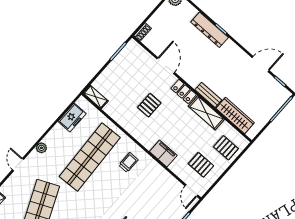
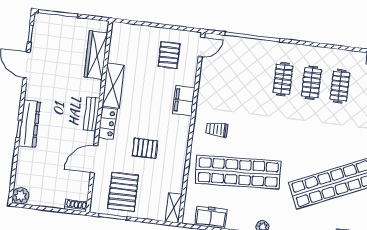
dresser: (210, 30) -> (29, 124), moved
bench: (208, 95) -> (92, 114), moved
pallet: (226, 148) -> (123, 192), moved, width x1.50, depth x1.42

